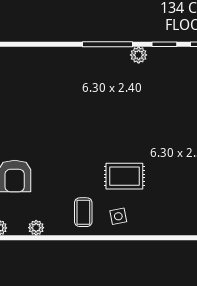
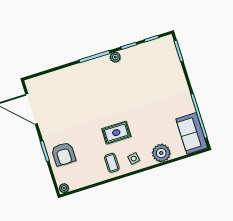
rug: (124, 176) -> (116, 133), moved
plant: (36, 228) -> (161, 153), moved, width x1.87, depth x1.87

